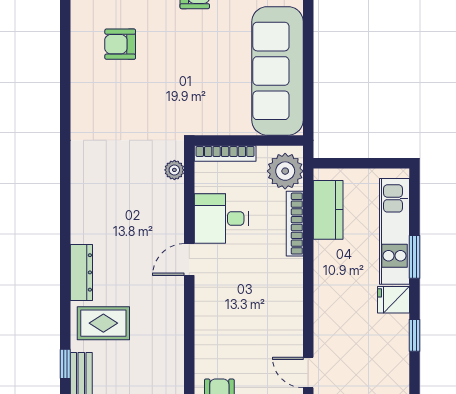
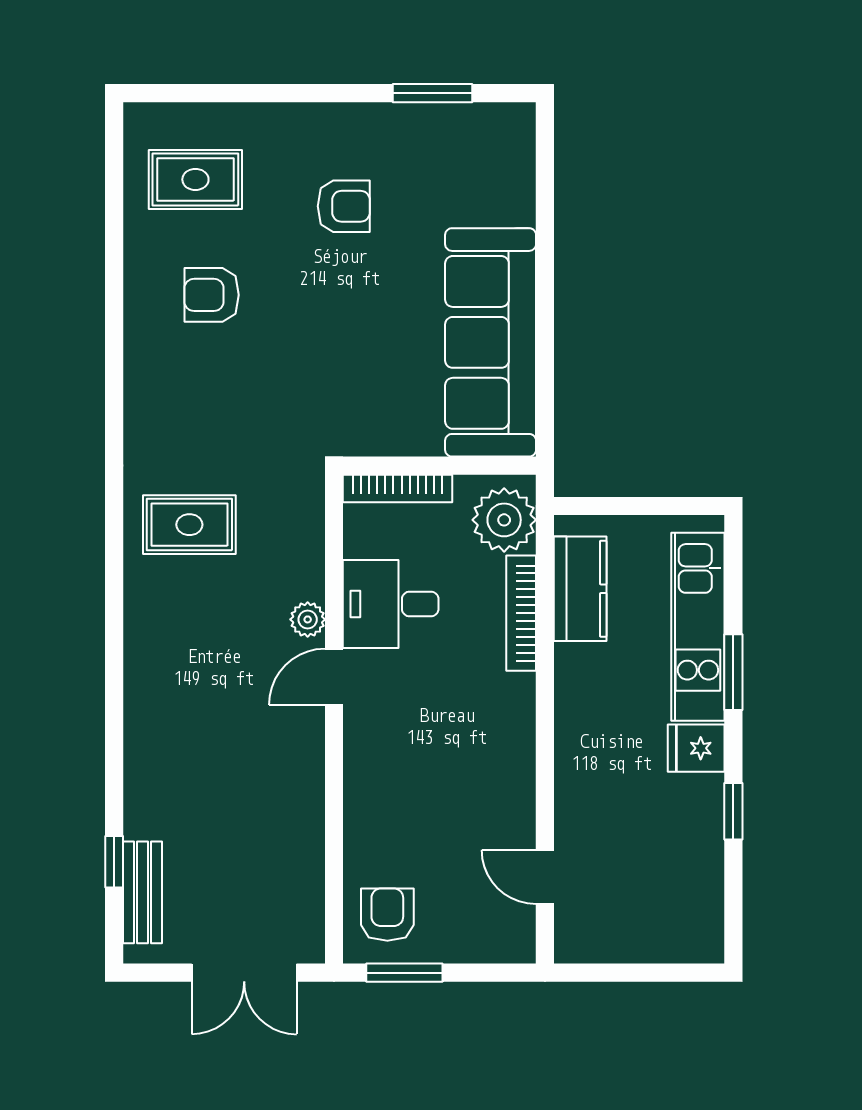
plant: (174, 170) -> (308, 619), moved
dresser: (81, 272) -> (143, 700), removed
rug: (103, 323) -> (189, 525), moved

